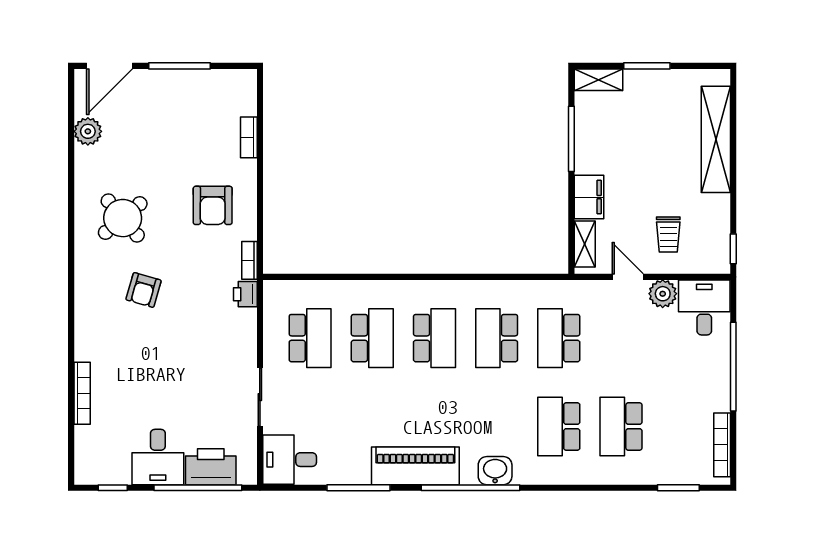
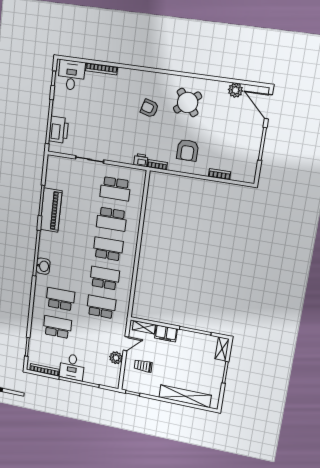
armchair: (213, 205) -> (188, 150), turned -90
desk: (704, 307) -> (72, 367), moved, turned 90
school desk: (434, 338) -> (108, 249), turned 180
desk: (158, 457) -> (71, 75), moved, turned 90
desk: (290, 460) -> (58, 169), removed
piano: (415, 466) -> (51, 210), moved

